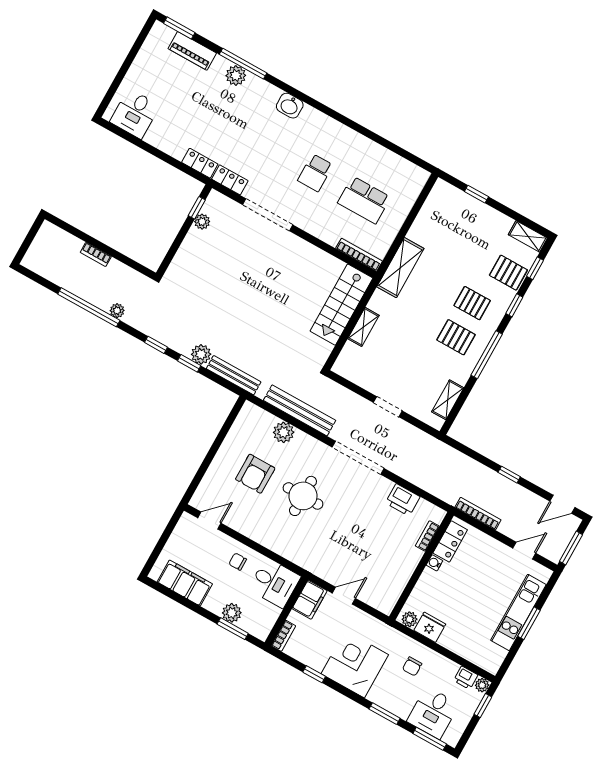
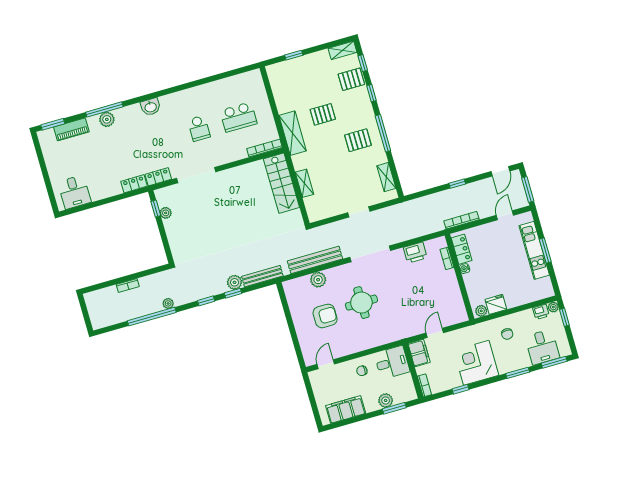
pallet: (472, 303) -> (323, 114), moved
armchair: (255, 474) -> (325, 316), turned -90

